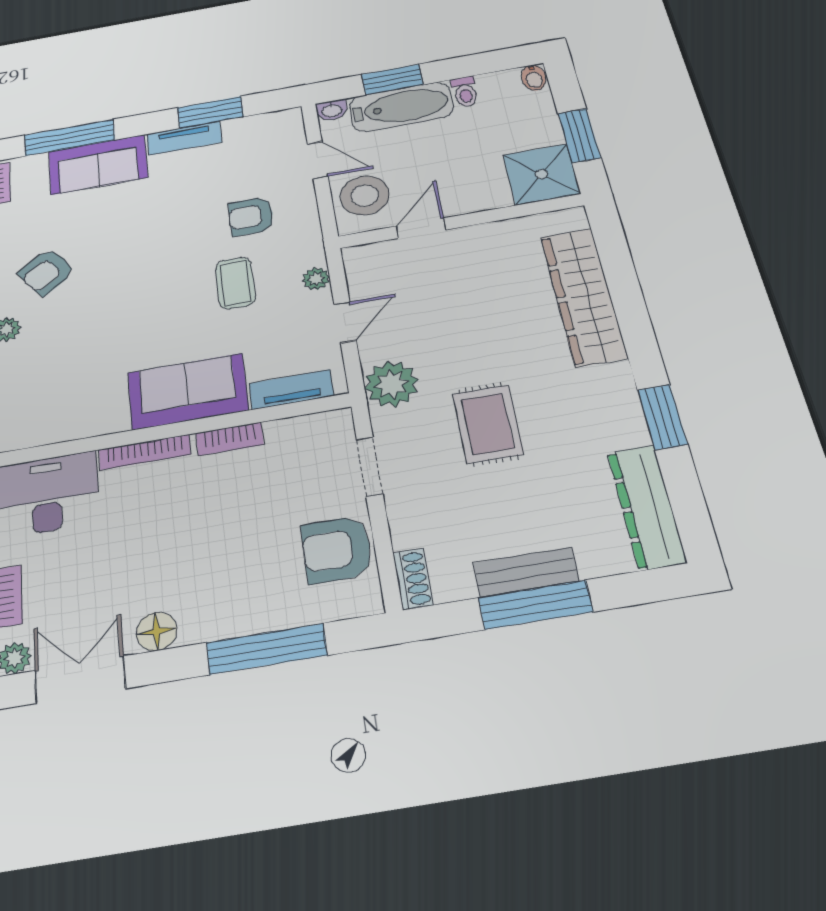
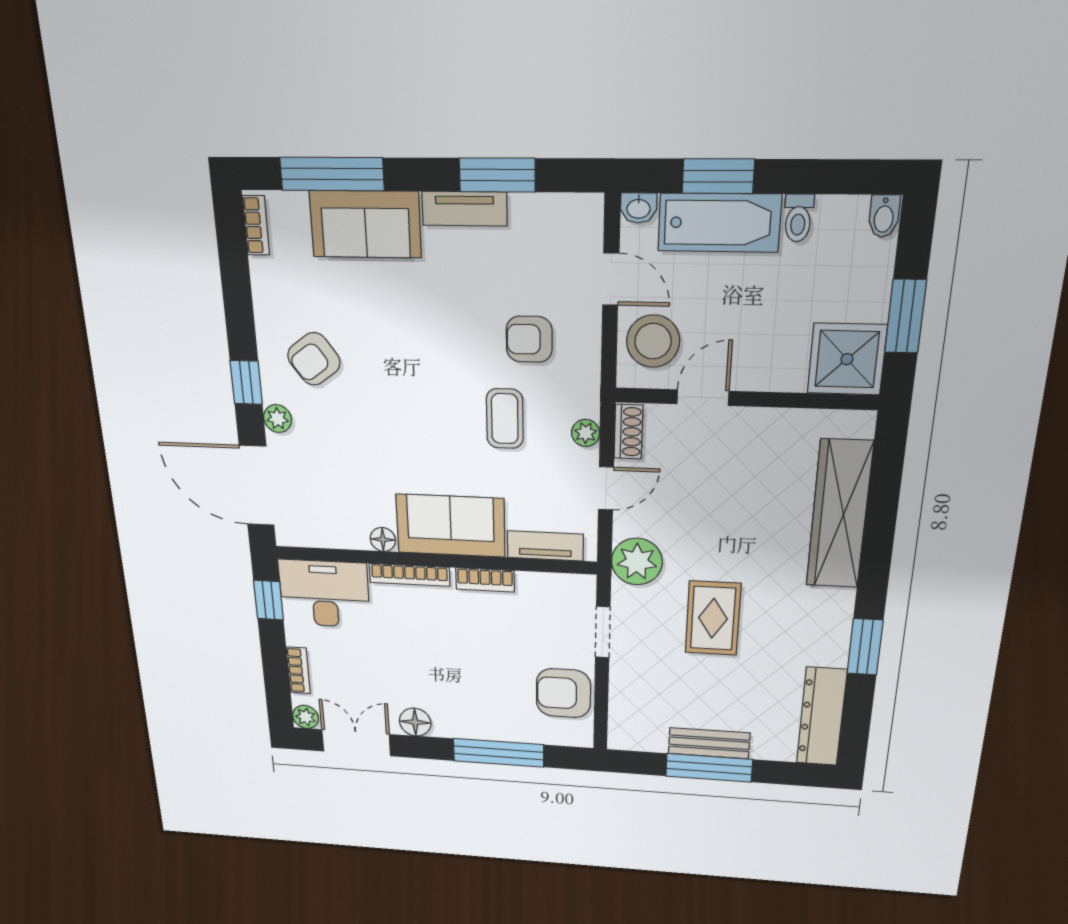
floor lamp: (114, 421) -> (383, 539), added
shoe rack: (413, 579) -> (628, 432), moved

